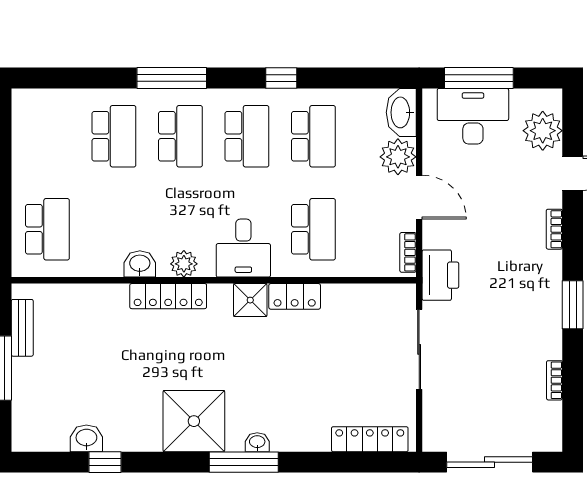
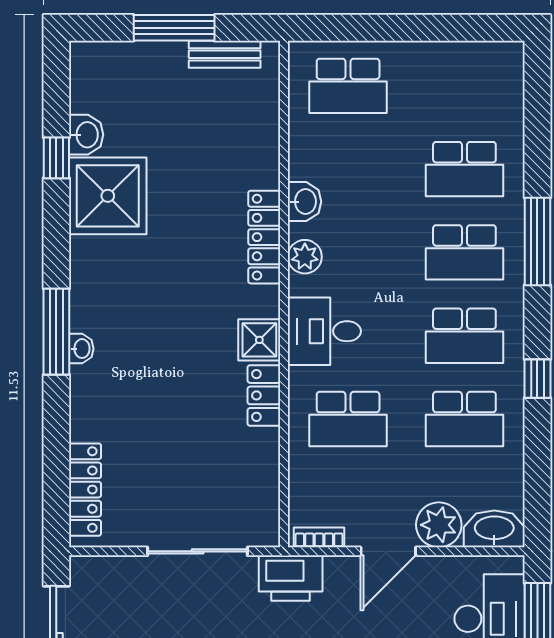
shower: (194, 421) -> (108, 196), moved

